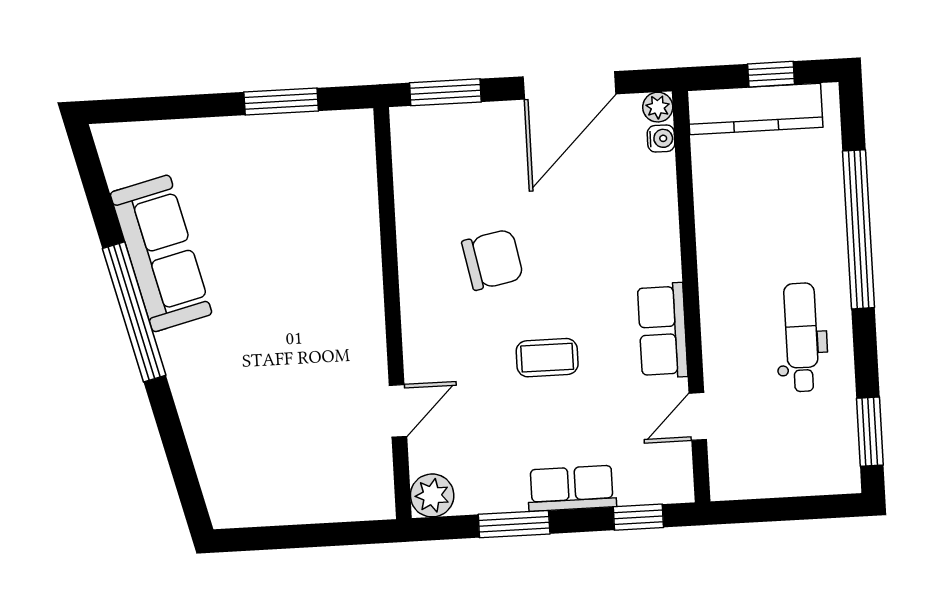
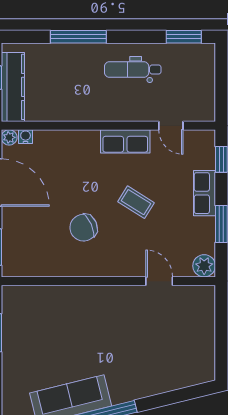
window: (858, 229) -> (78, 37), width x0.68
chair: (493, 260) -> (84, 228), turned -103
coffee table: (547, 358) -> (136, 202), turned -58

